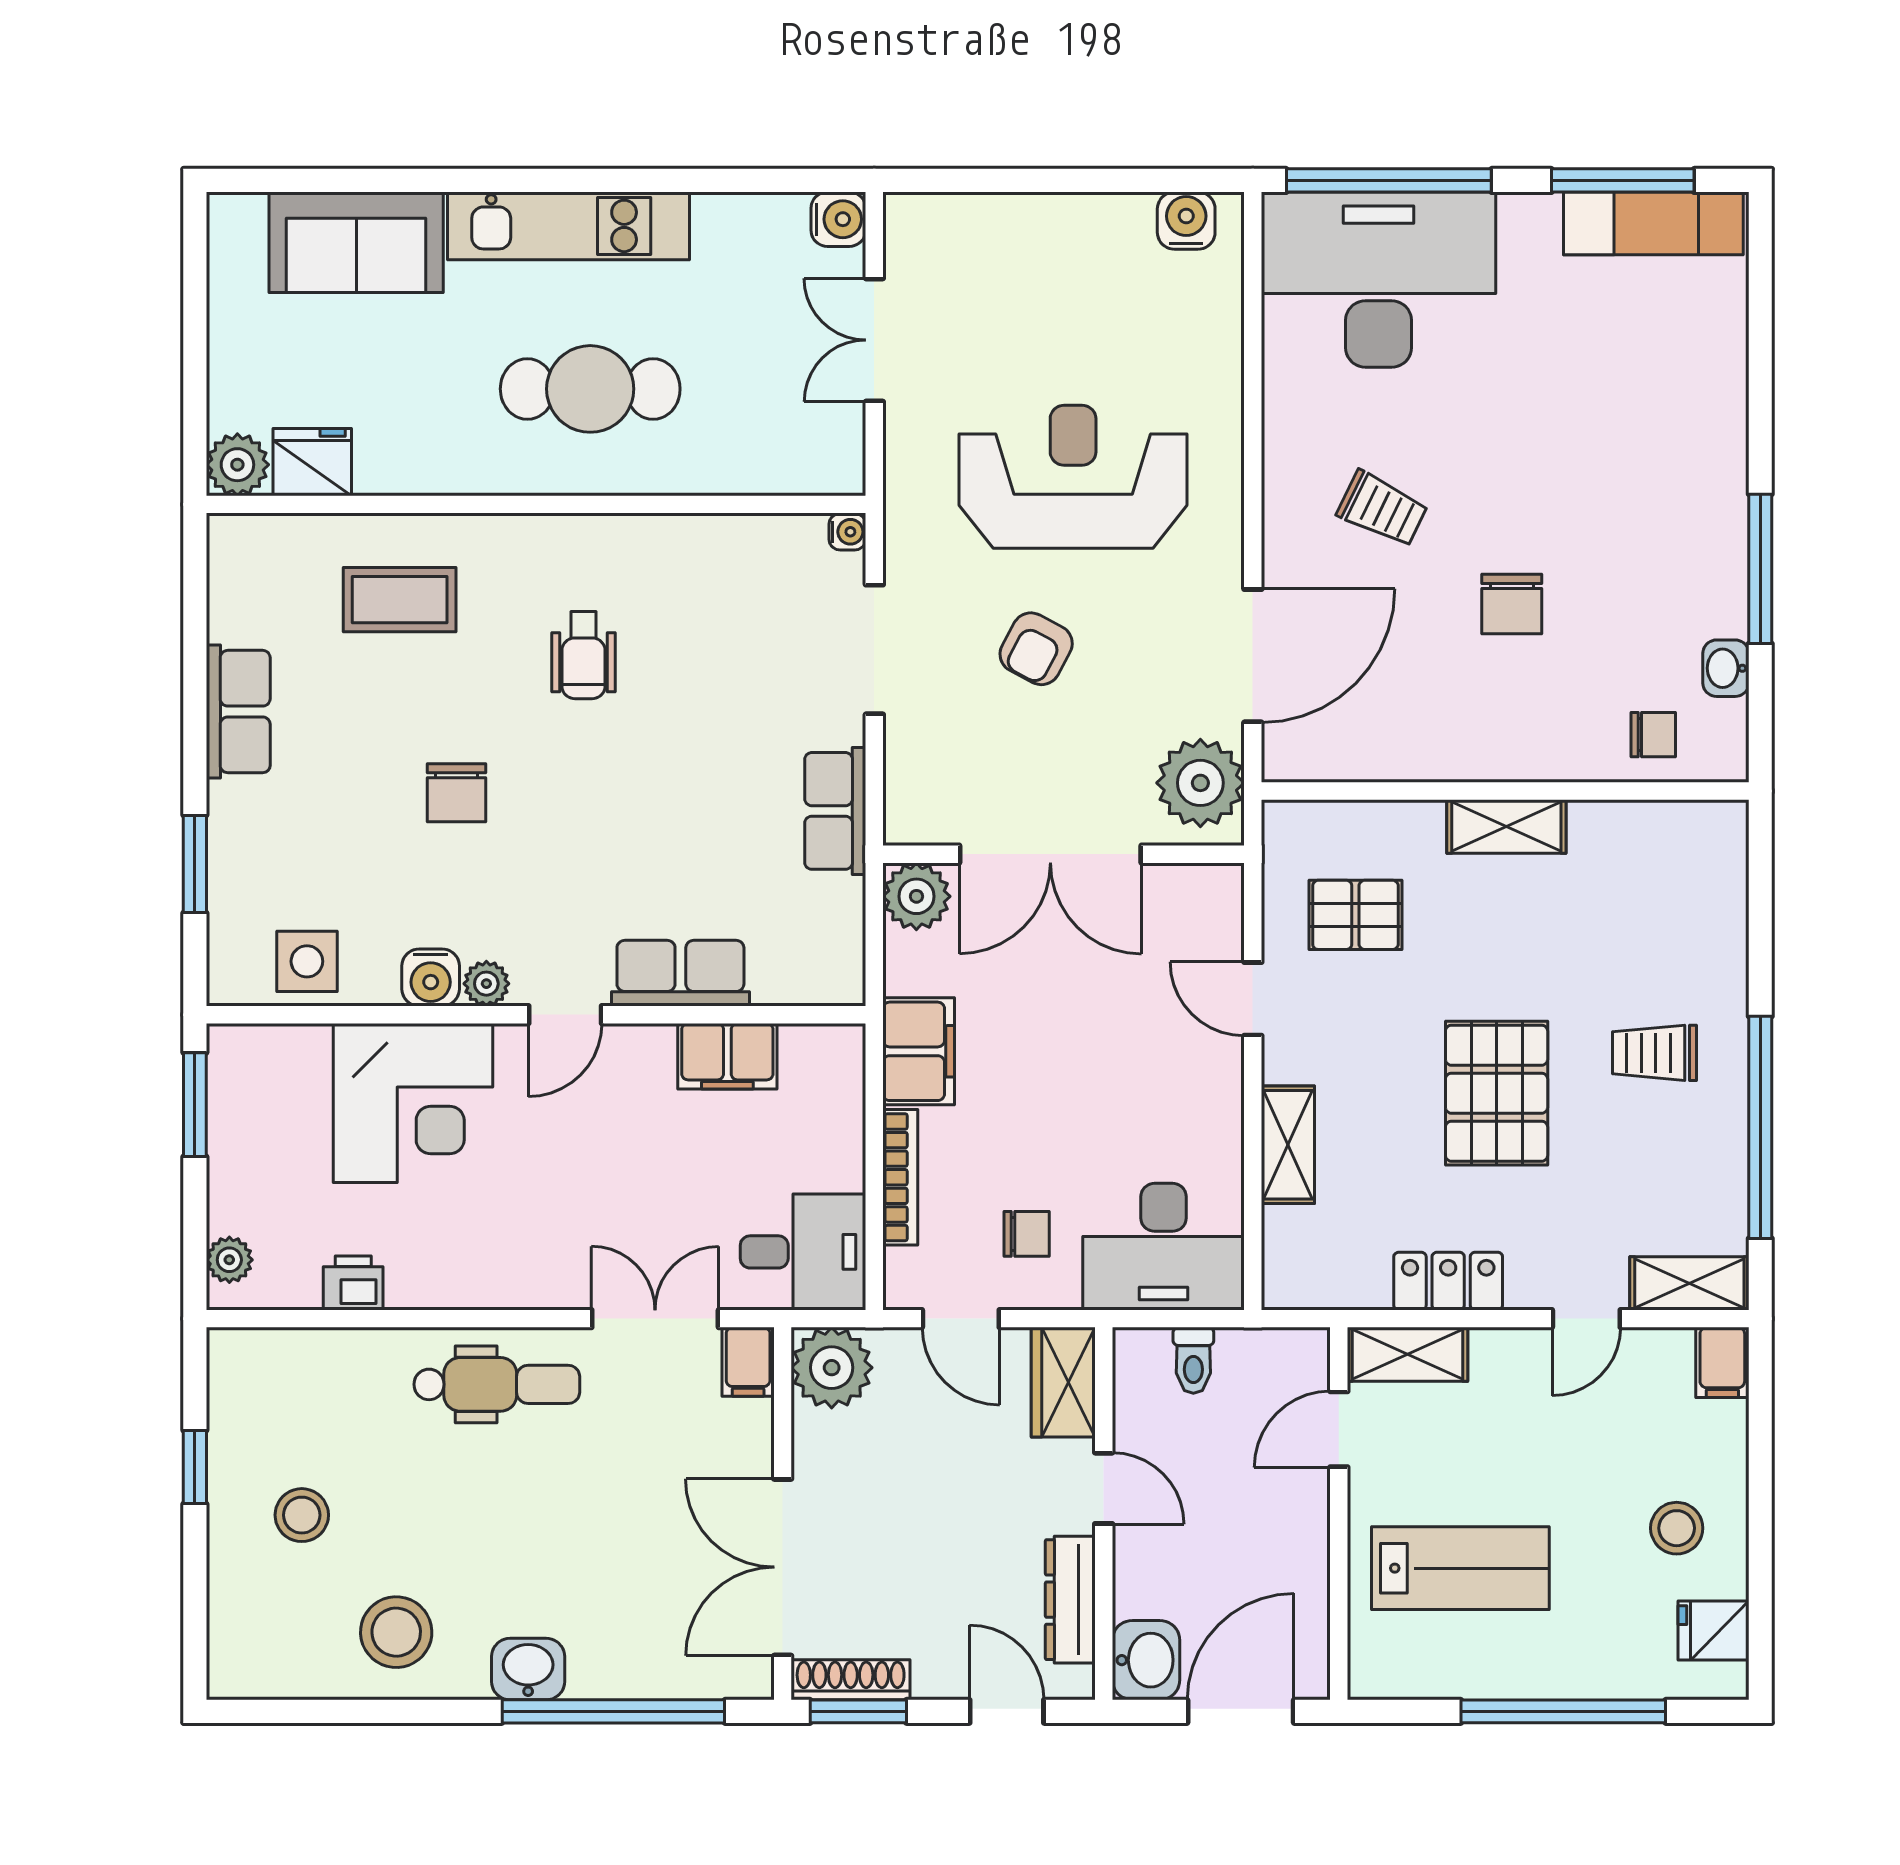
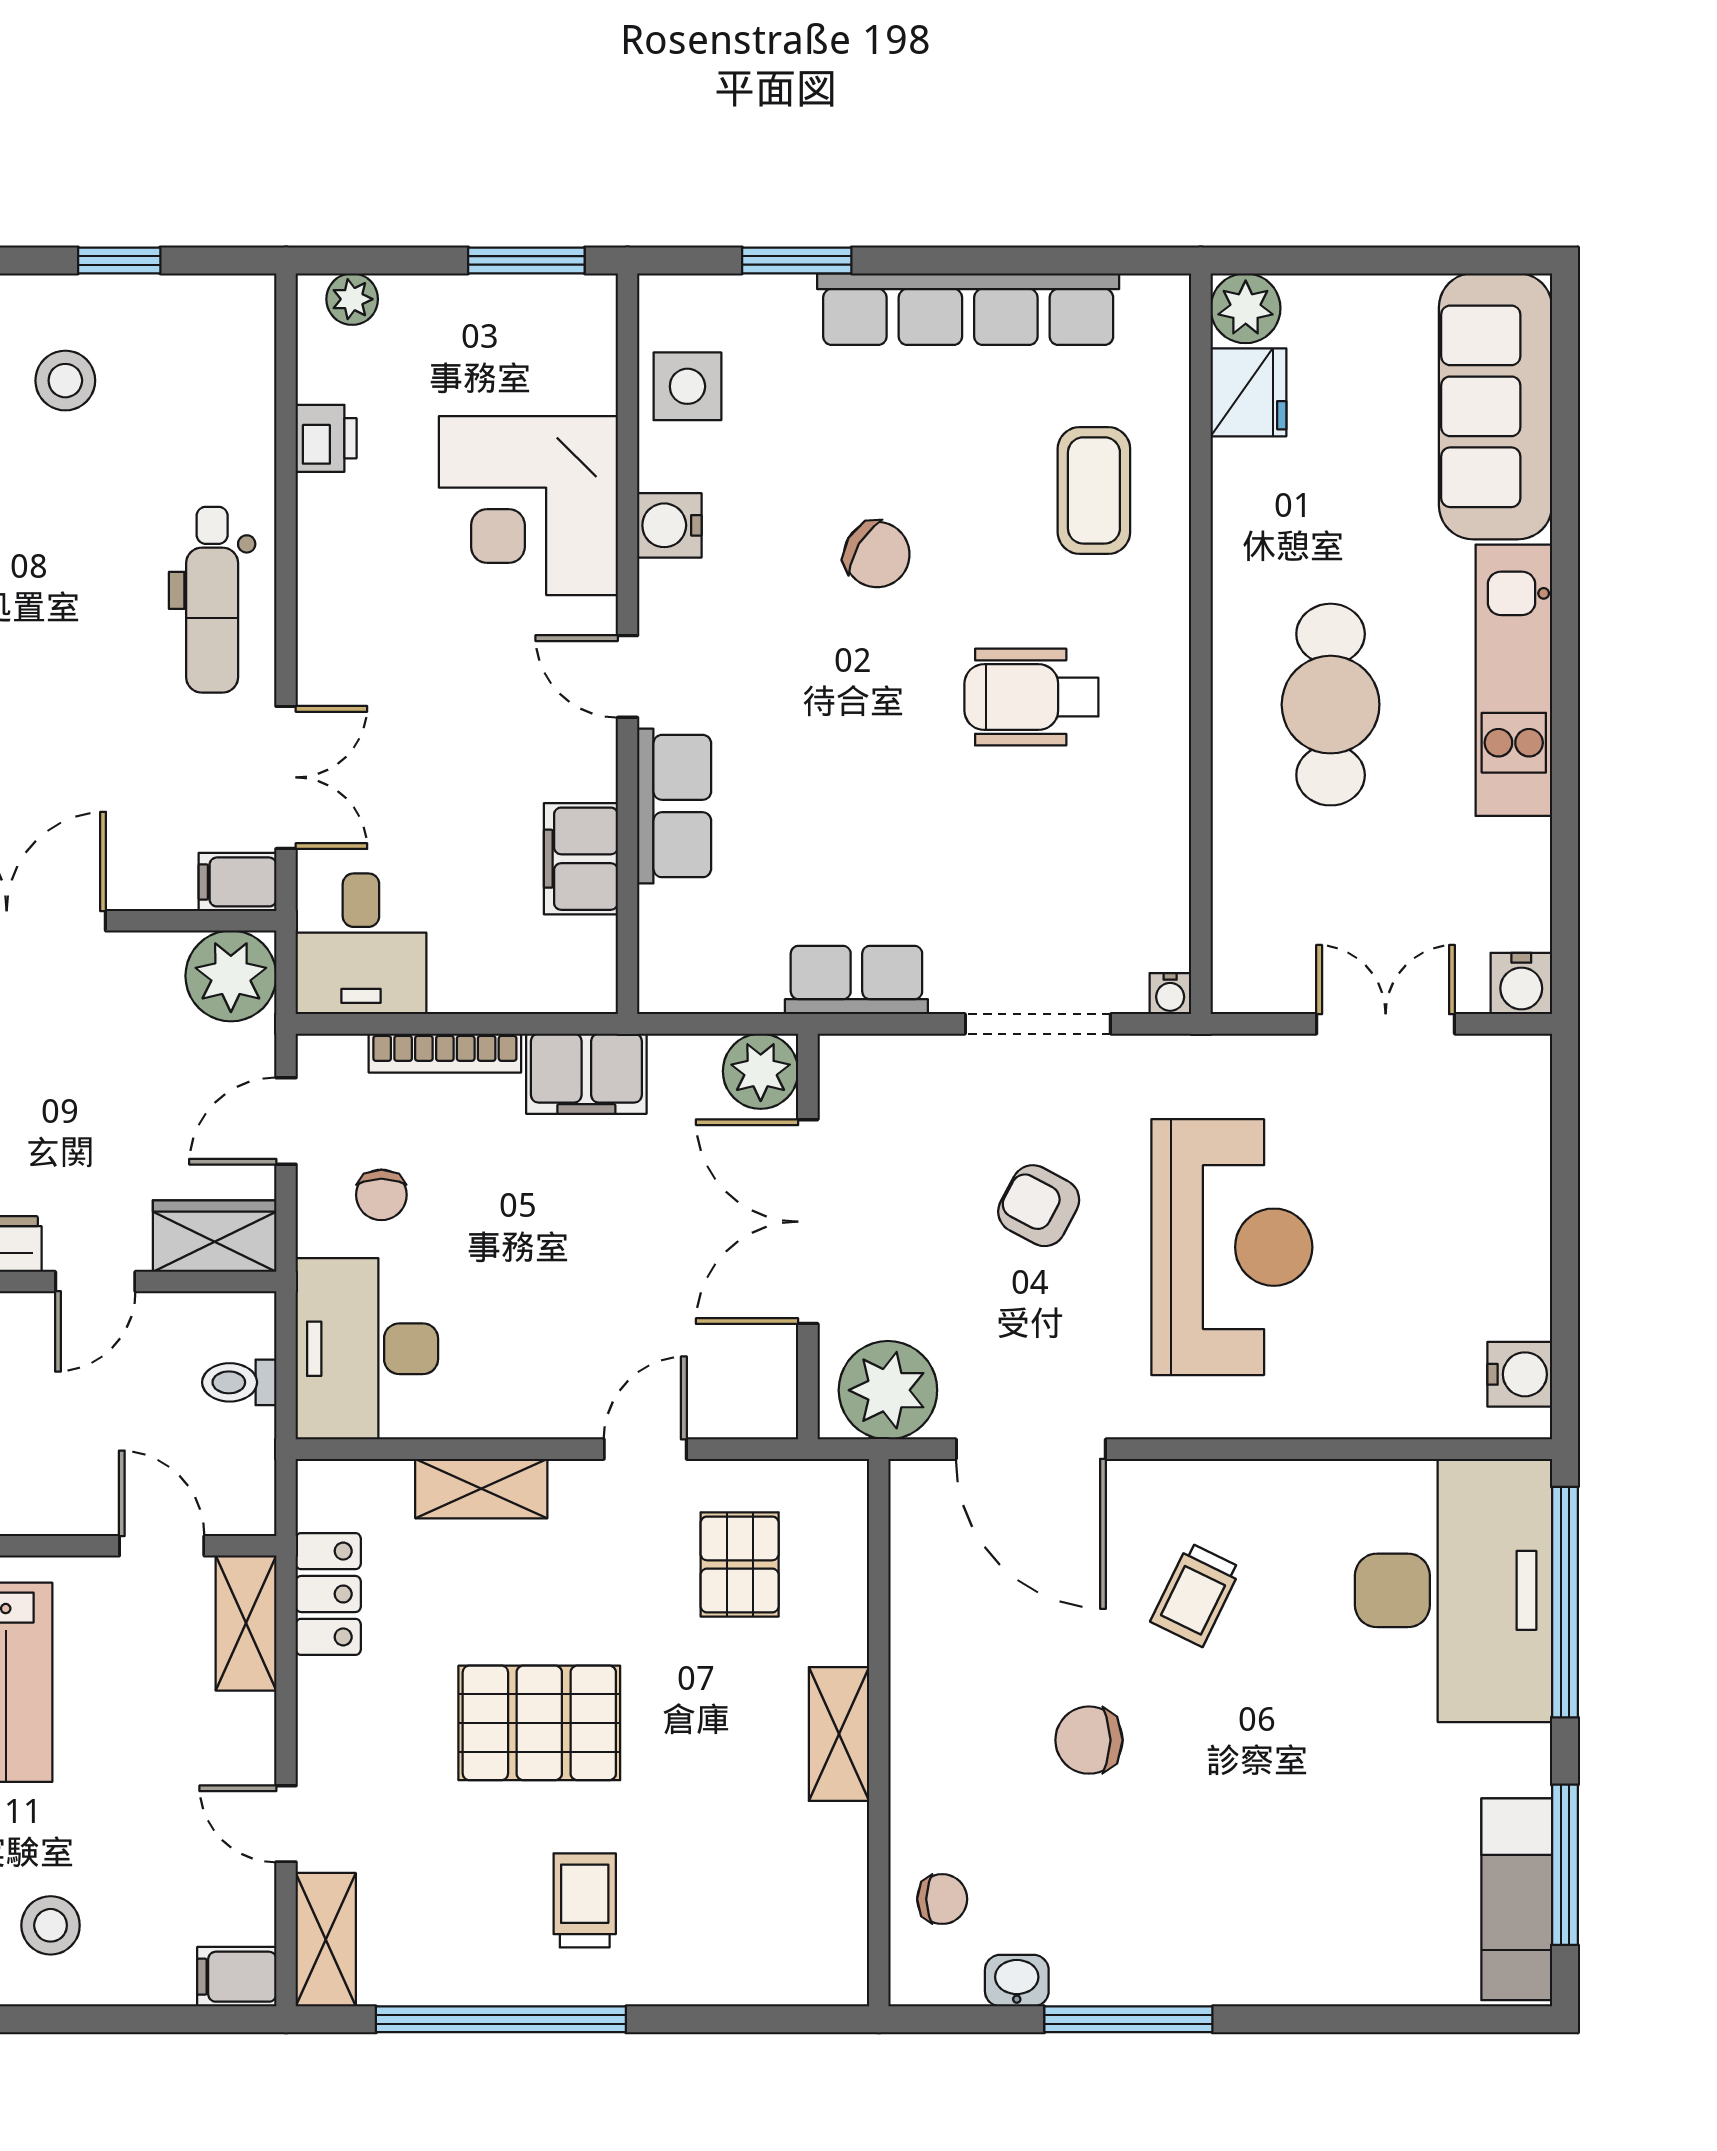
sofa: (356, 242) -> (1495, 406), width x1.36
wheelchair: (583, 655) -> (1031, 697), width x1.36, depth x1.37
row of seats: (238, 712) -> (968, 309), width x2.02
chair: (1653, 735) -> (942, 1899), turned -90
chair: (457, 793) -> (877, 554), turned -149
plant: (486, 984) -> (662, 588), removed
locker: (1448, 1281) -> (328, 1594), moved

